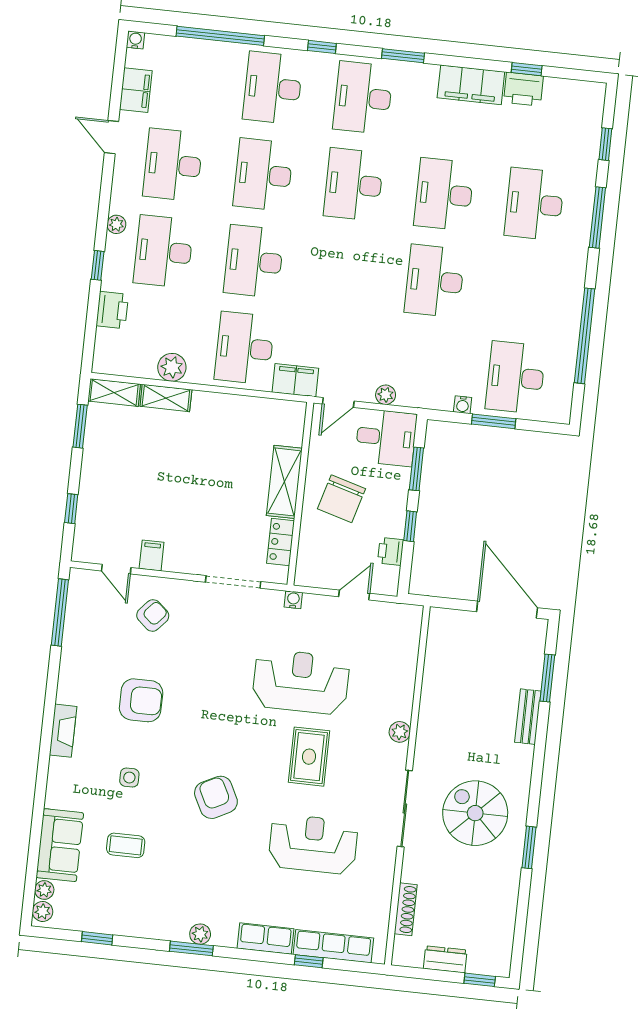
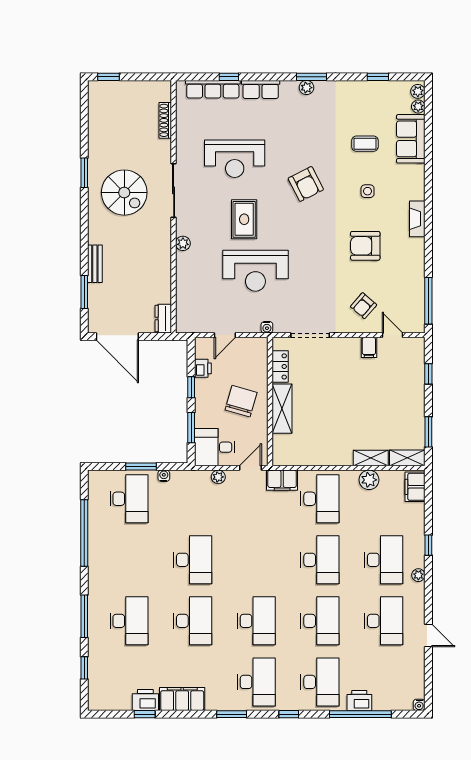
filing cabinet: (136, 90) -> (415, 487), moved
printer: (112, 310) -> (359, 701), moved, turned 90
dresser: (445, 959) -> (163, 319), moved, turned 90

